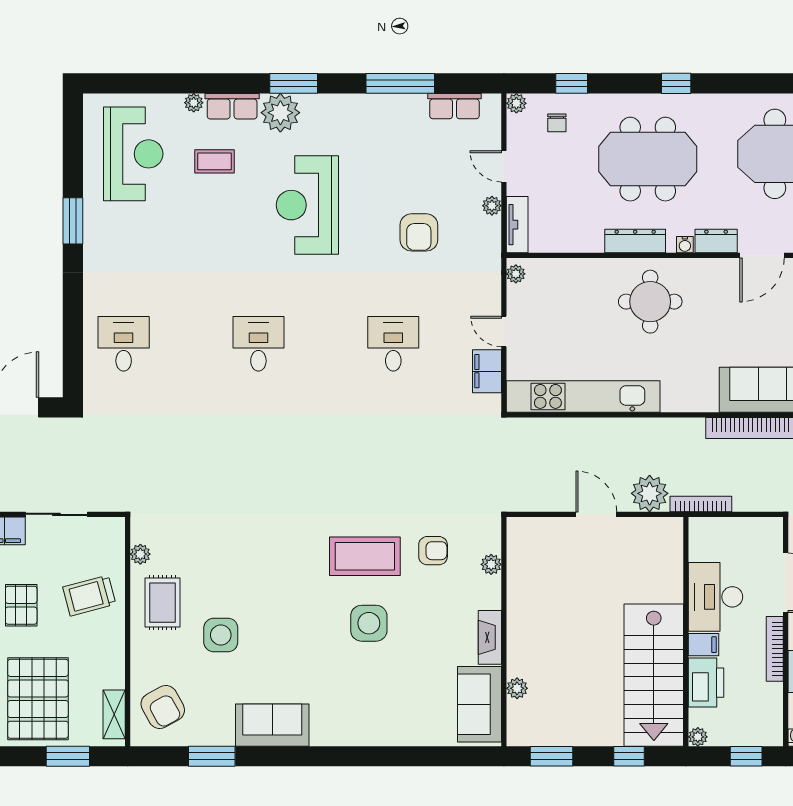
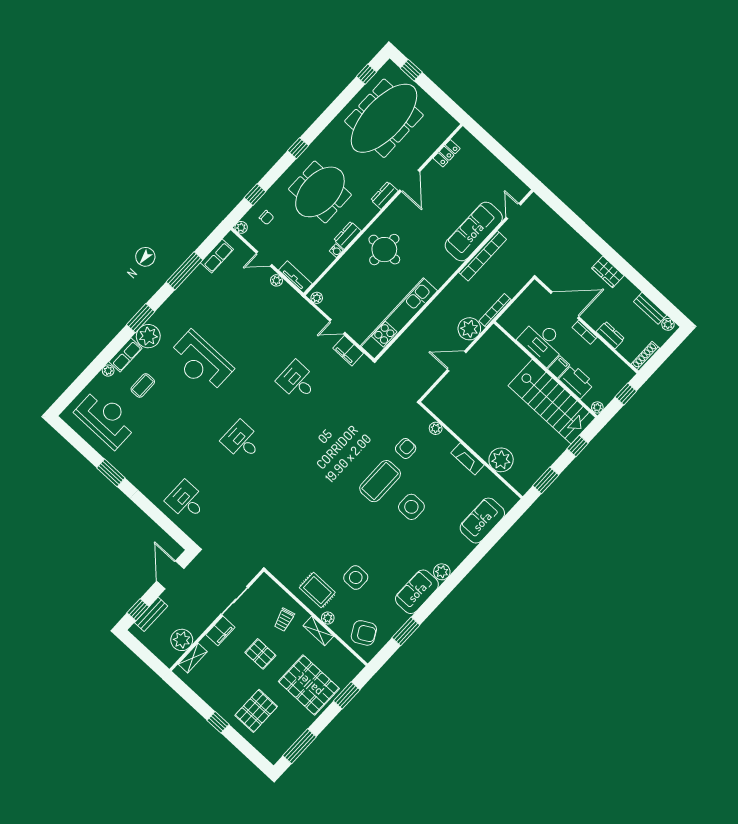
armchair: (419, 232) -> (258, 324), removed
dresser: (635, 241) -> (347, 235), width x0.70
water cooler: (685, 245) -> (336, 251), moved
plant: (140, 554) -> (328, 618), moved
trolley: (89, 596) -> (284, 620), width x0.73, depth x0.72
bookcase: (775, 649) -> (585, 332), width x0.64
plant: (517, 688) -> (501, 460), width x1.88, depth x1.88
sofa: (480, 704) -> (482, 521), moved, turned 90
shelving: (114, 714) -> (318, 631), moved
plant: (324, 733) -> (442, 572), added

